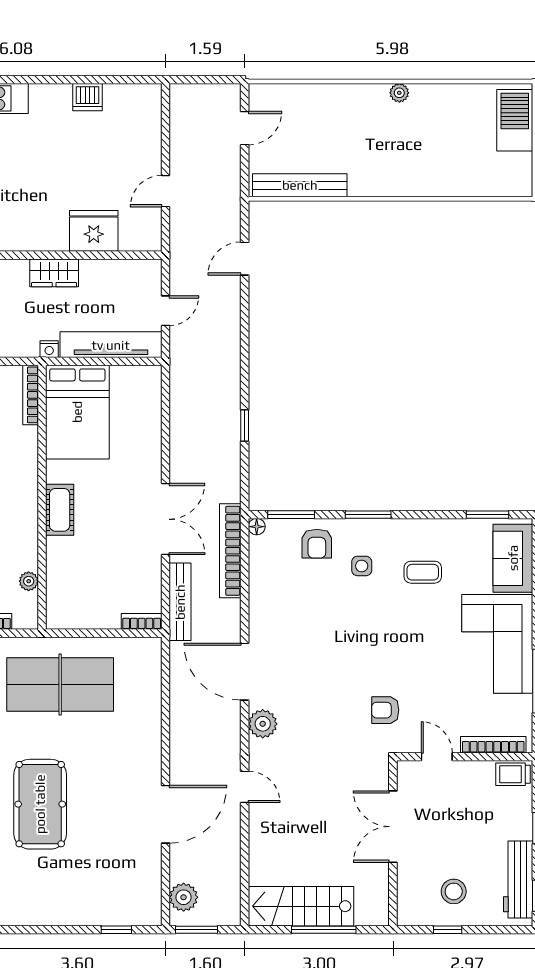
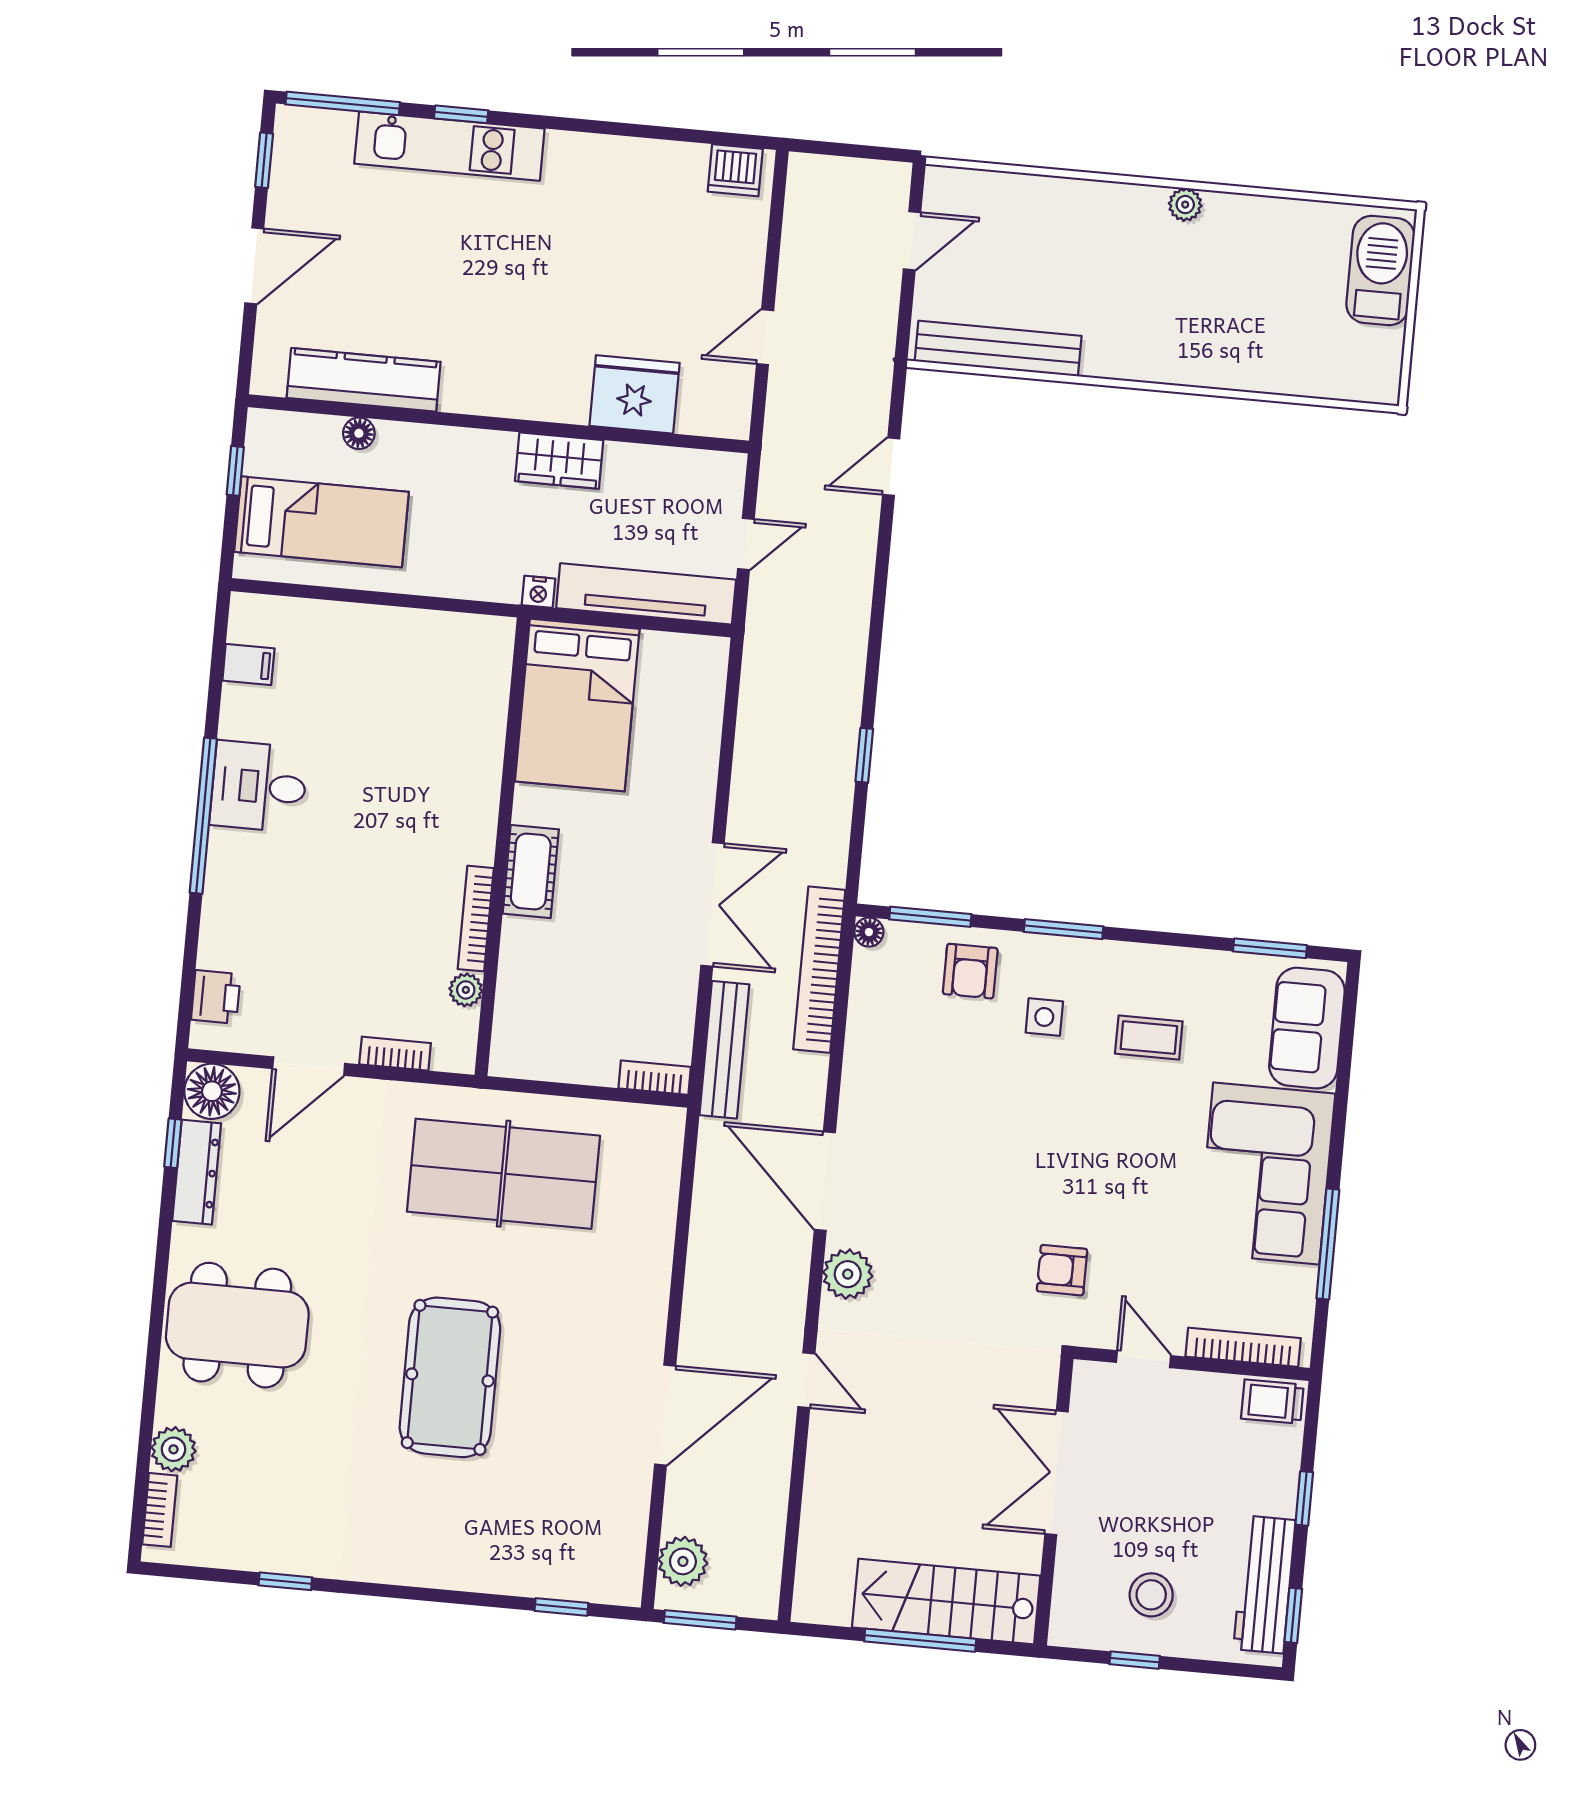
dishwasher: (88, 97) -> (735, 170), moved
bookcase: (31, 395) -> (476, 919), moved
stairs: (301, 906) -> (946, 1602), moved

